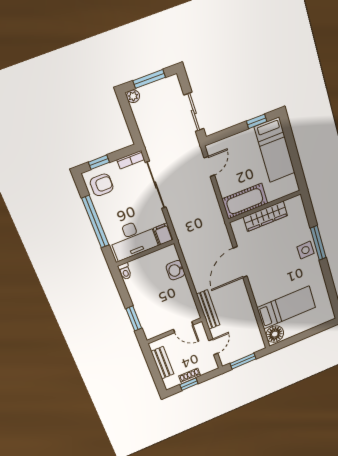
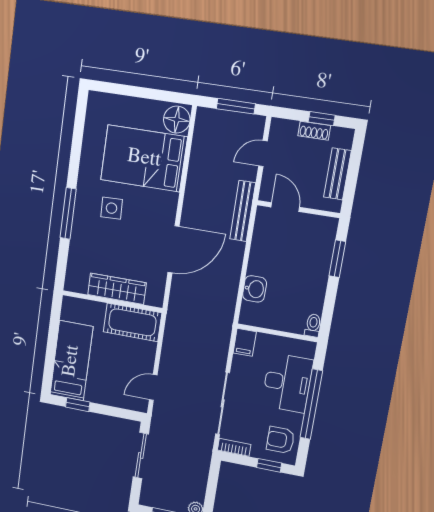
desk: (133, 239) -> (287, 383), moved, turned 90
side table: (305, 250) -> (112, 208), moved
bed: (286, 307) -> (144, 158), width x1.50

